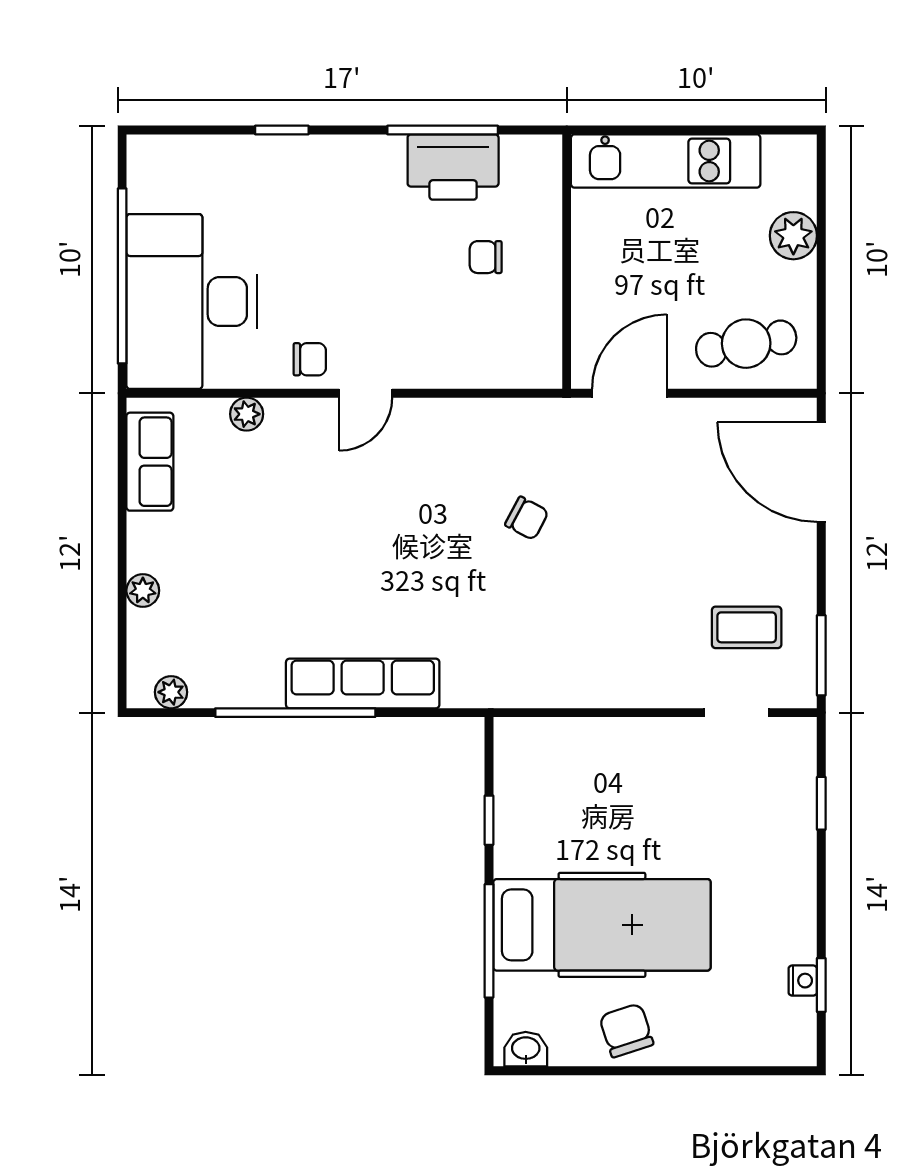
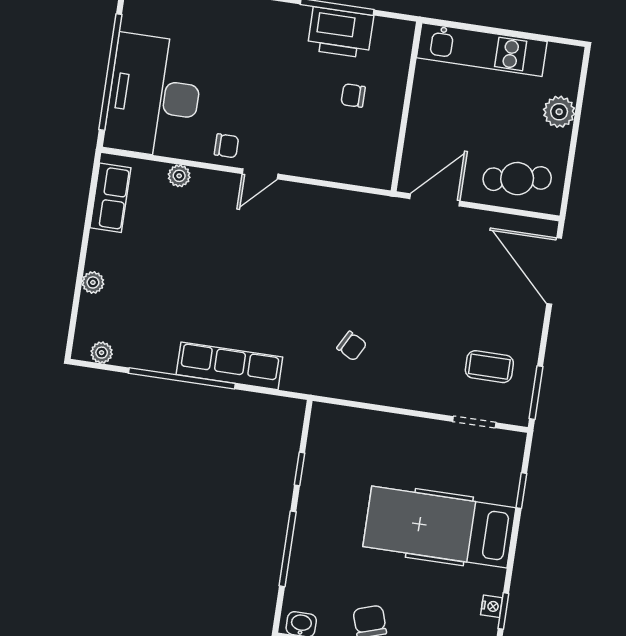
chair: (527, 518) -> (352, 346), moved
hospital bed: (602, 925) -> (439, 527), moved, turned 180

